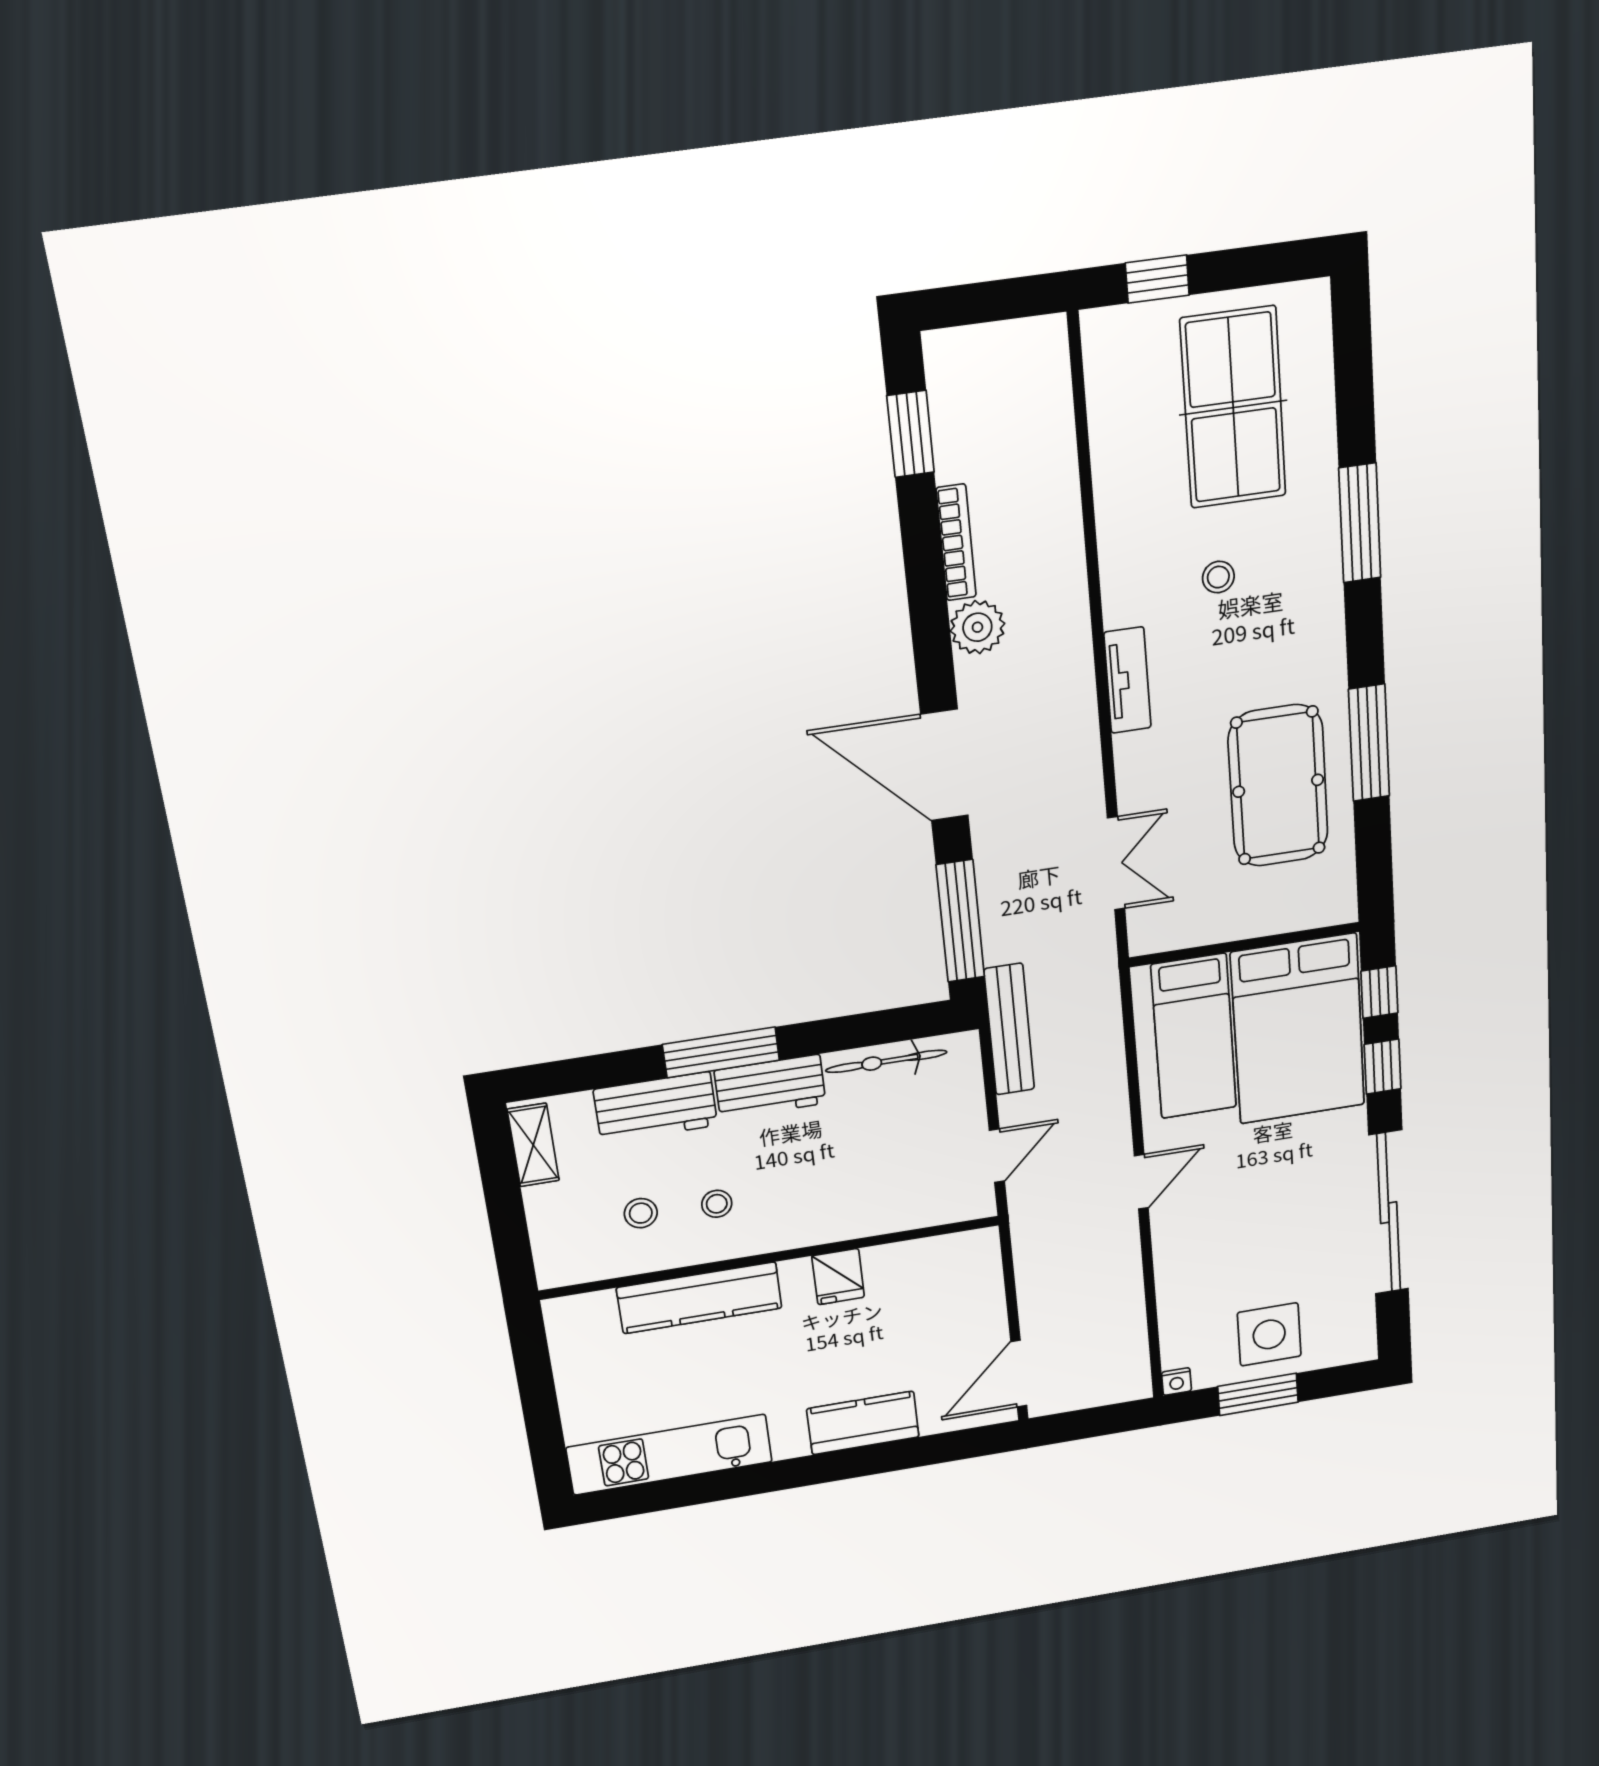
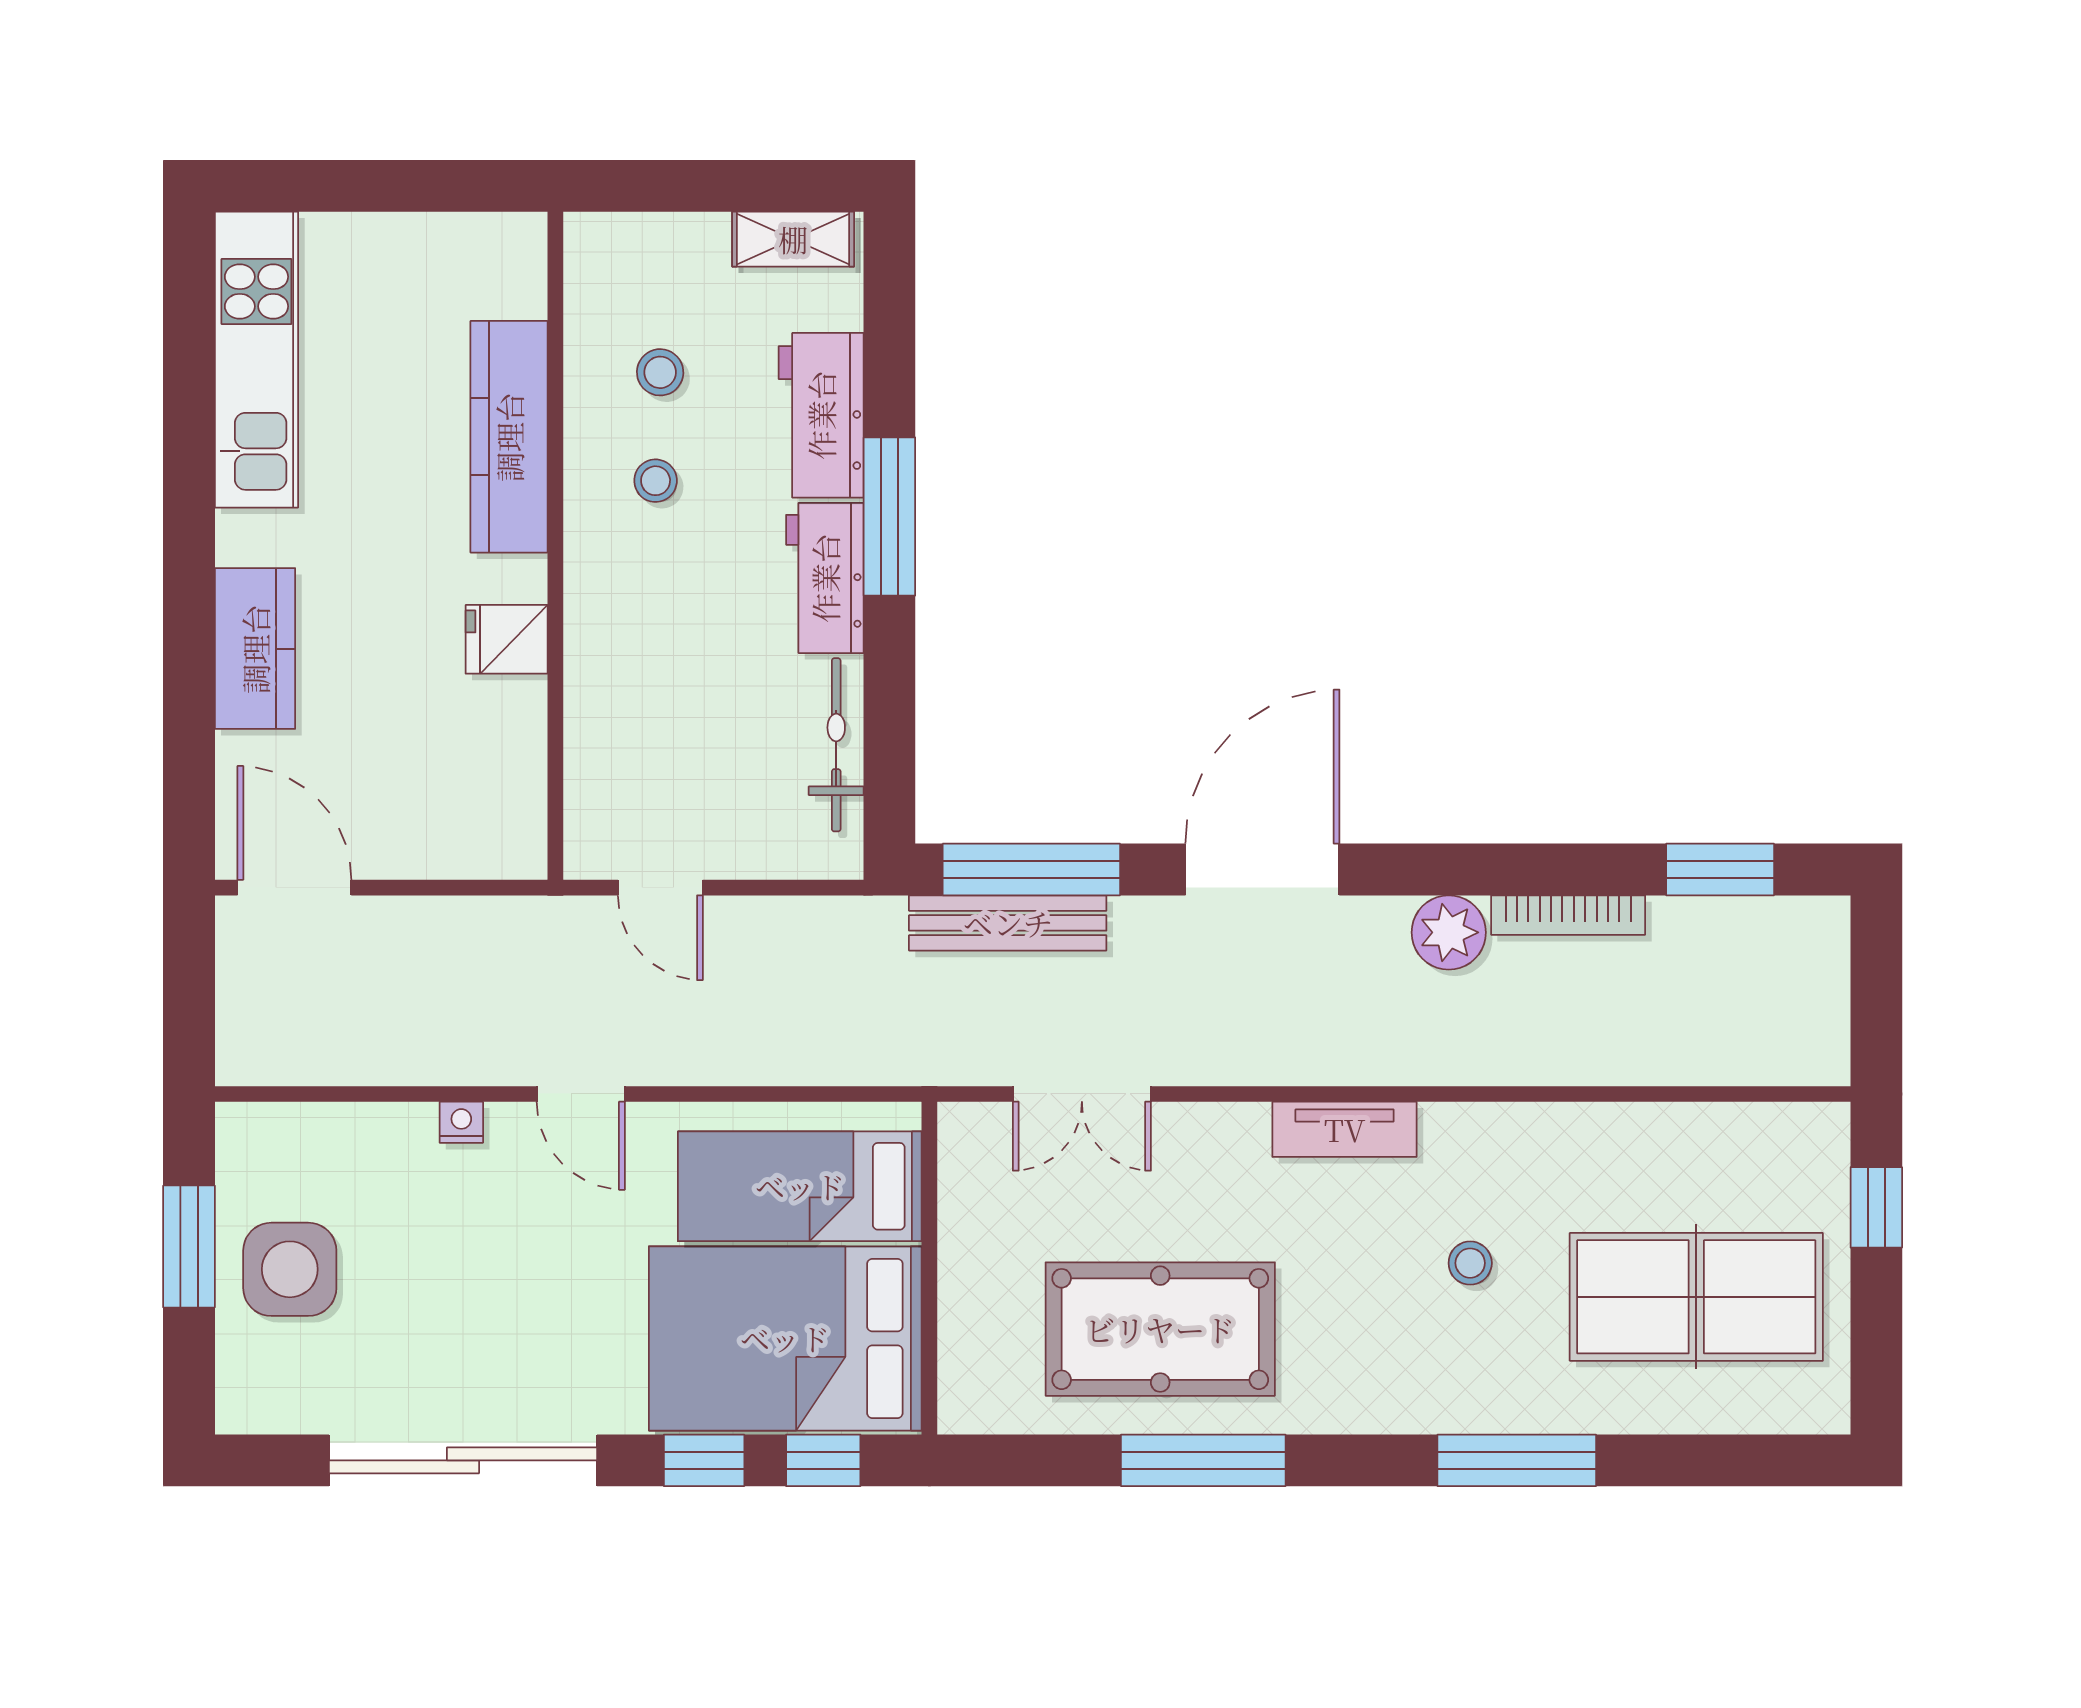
bench: (1009, 1029) -> (1008, 923), moved
nightstand: (1176, 1382) -> (461, 1122), moved, turned 90

